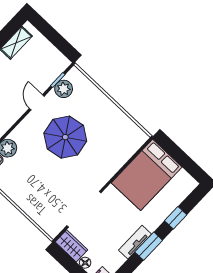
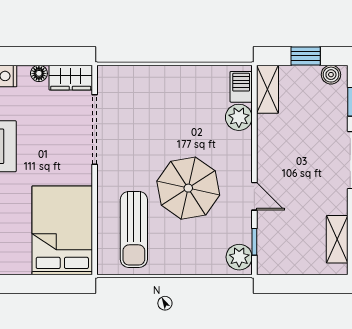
plant: (64, 89) -> (239, 257), moved
sun lounger: (111, 142) -> (134, 229), added

